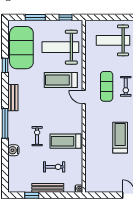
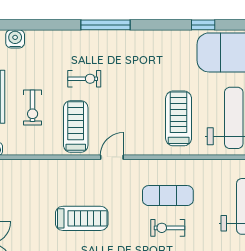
door: (84, 97) -> (112, 157), moved
bench: (13, 98) -> (149, 38), removed
water cooler: (13, 150) -> (15, 39), moved

